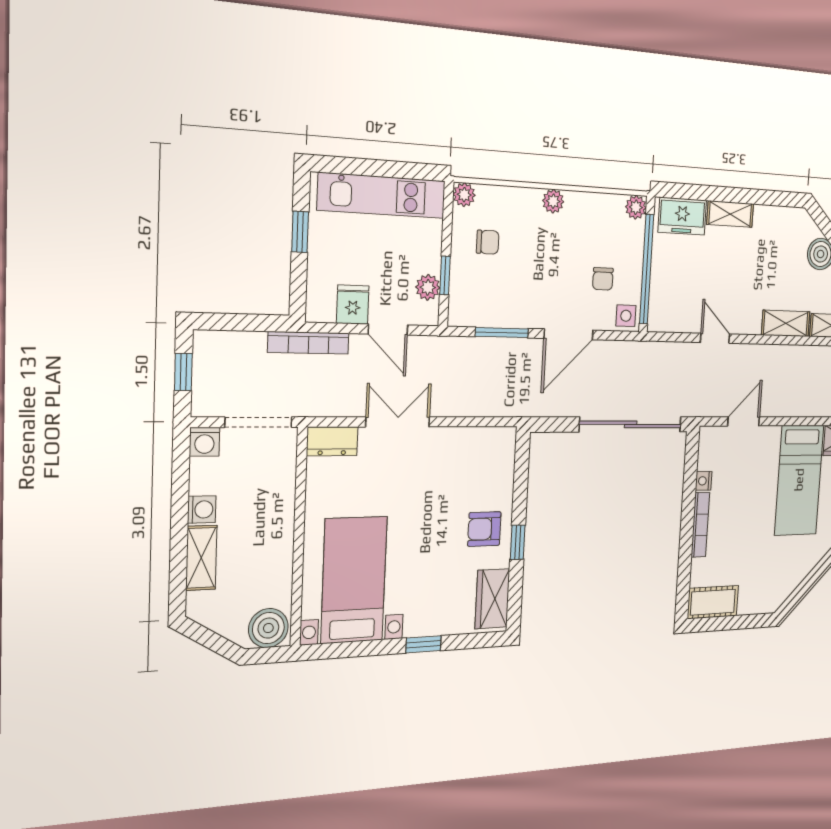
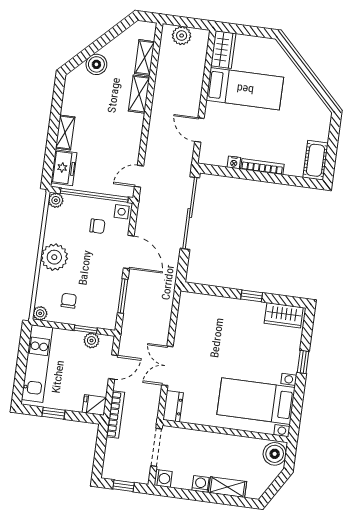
plant: (553, 201) -> (54, 257), width x1.87, depth x1.87
fridge: (353, 305) -> (94, 405), moved
door: (715, 338) -> (139, 176), moved
armchair: (484, 529) -> (240, 317), removed

